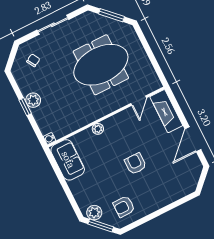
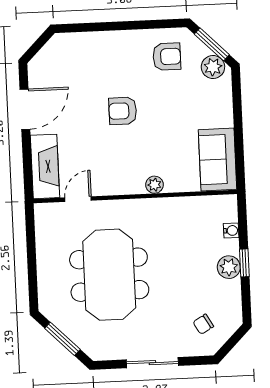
meeting table: (101, 65) -> (109, 275), turned 90
water cooler: (50, 139) -> (231, 231), moved
armchair: (135, 164) -> (123, 111), turned 90

